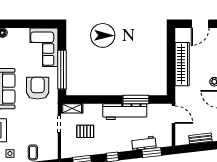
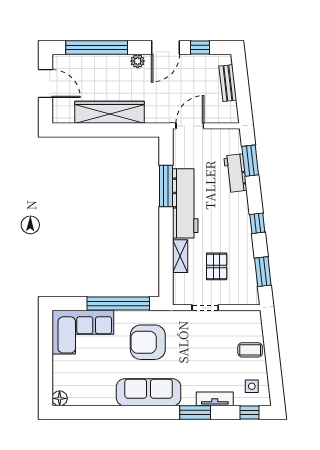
shelving: (72, 108) -> (180, 256), moved

